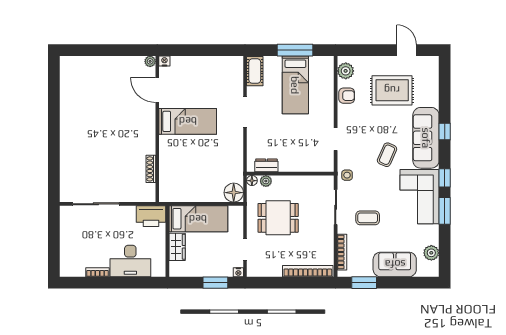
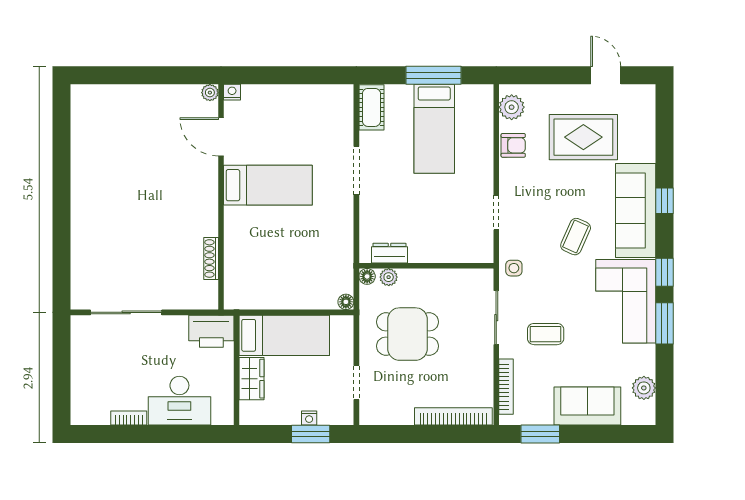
floor lamp: (234, 193) -> (346, 302), width x0.53, depth x0.53
nightstand: (238, 272) -> (309, 418), moved

